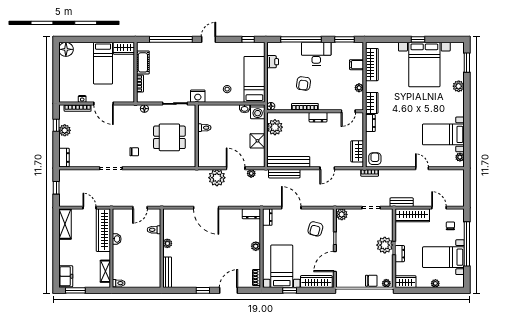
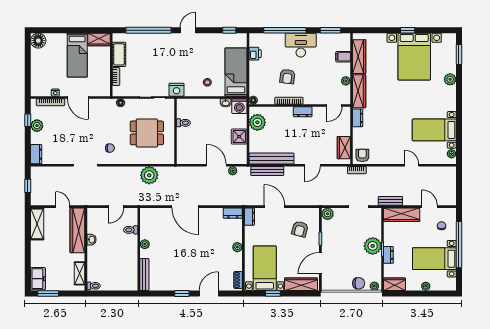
wardrobe: (372, 103) -> (359, 91), width x1.50
plant: (217, 178) -> (149, 175), moved

